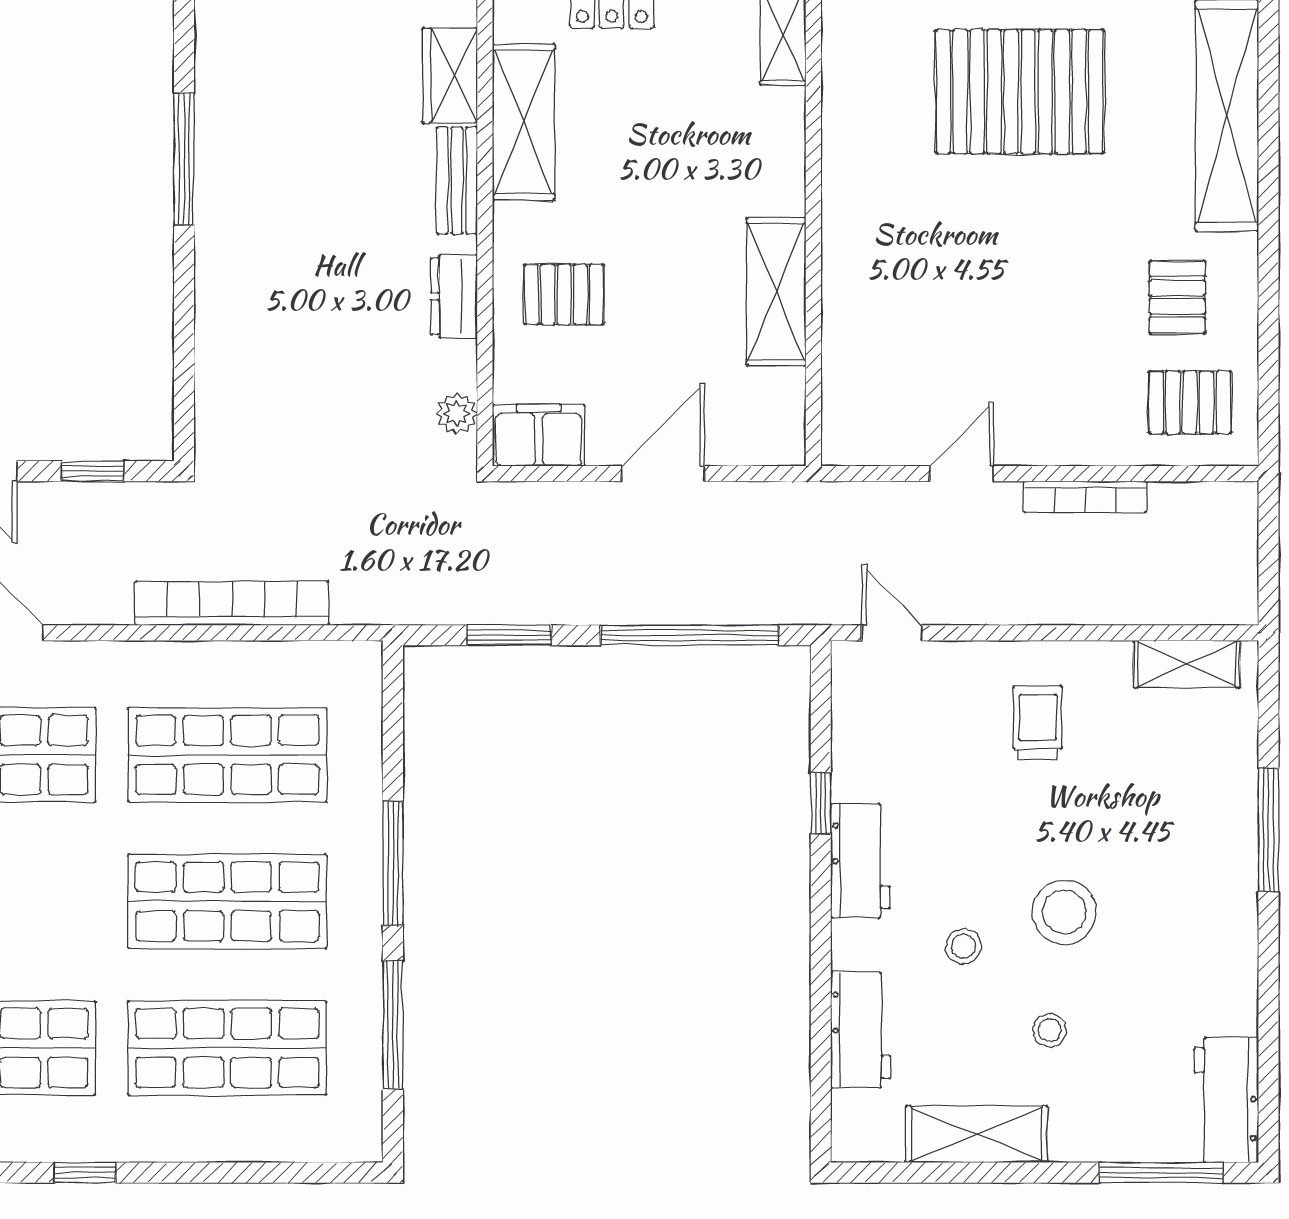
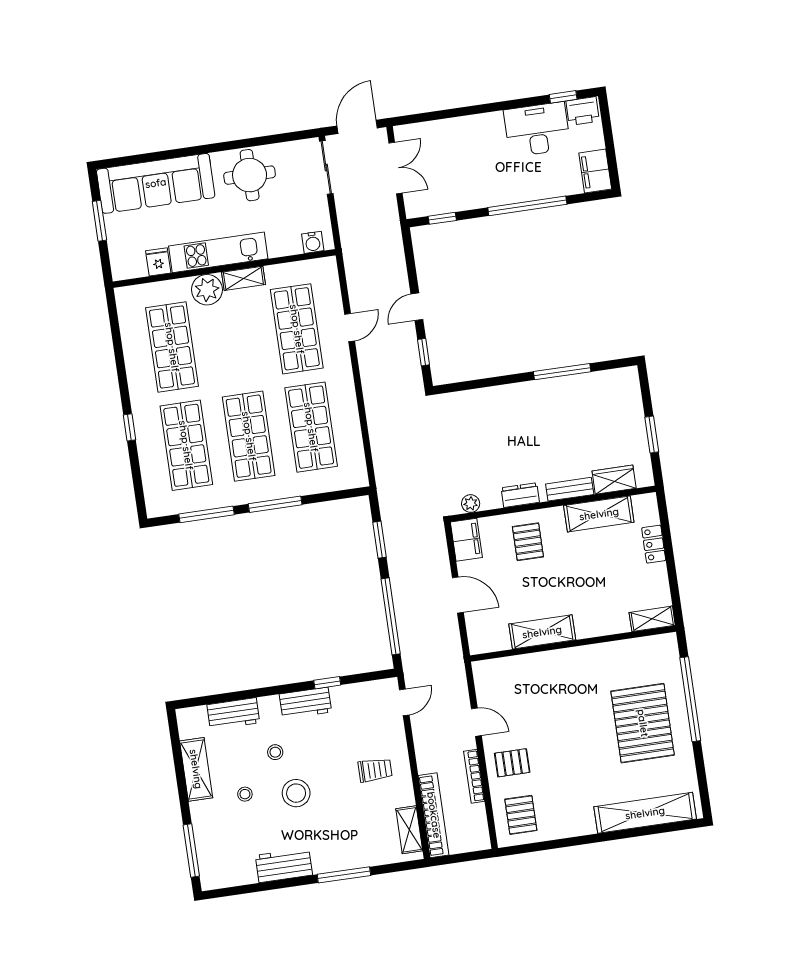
pallet: (1177, 297) -> (512, 763), moved
bookcase: (232, 603) -> (434, 815), moved
workbench: (1226, 1100) -> (284, 865), moved
window: (85, 1173) -> (130, 427), moved

